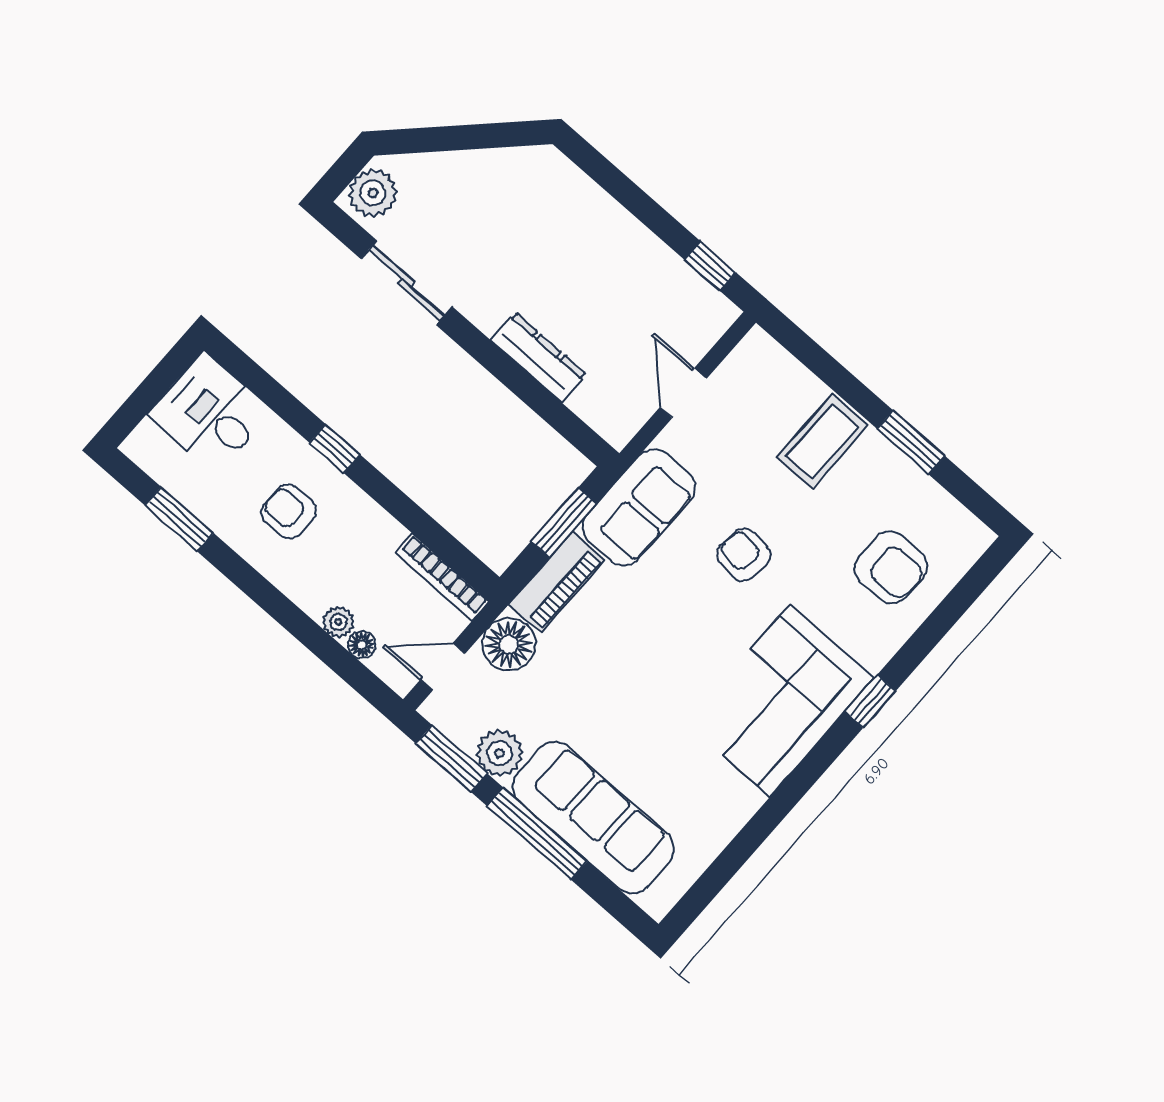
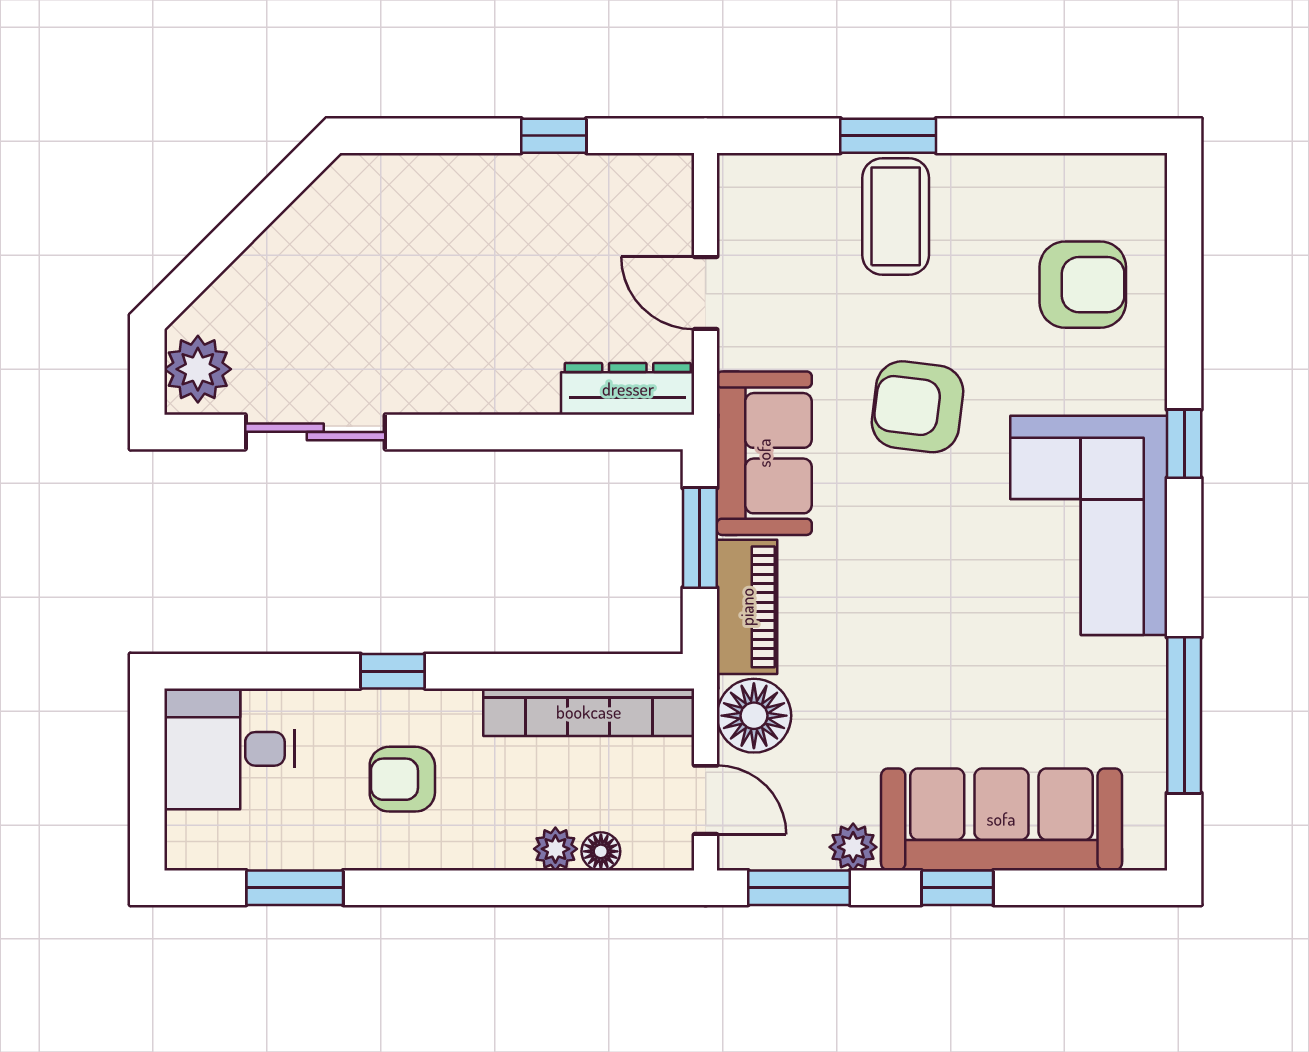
window: (710, 266) -> (554, 136), moved
dresser: (538, 357) -> (628, 389), moved
window: (911, 442) -> (888, 136), moved
armchair: (744, 555) -> (917, 407), width x1.38, depth x1.38
bookcase: (442, 577) -> (589, 712), width x1.48, depth x1.31
door: (443, 667) -> (706, 800), swing flipped
plant: (499, 753) -> (853, 847), width x0.73, depth x0.73
window: (537, 834) -> (957, 888), width x0.46
window: (741, 848) -> (1184, 715), added

